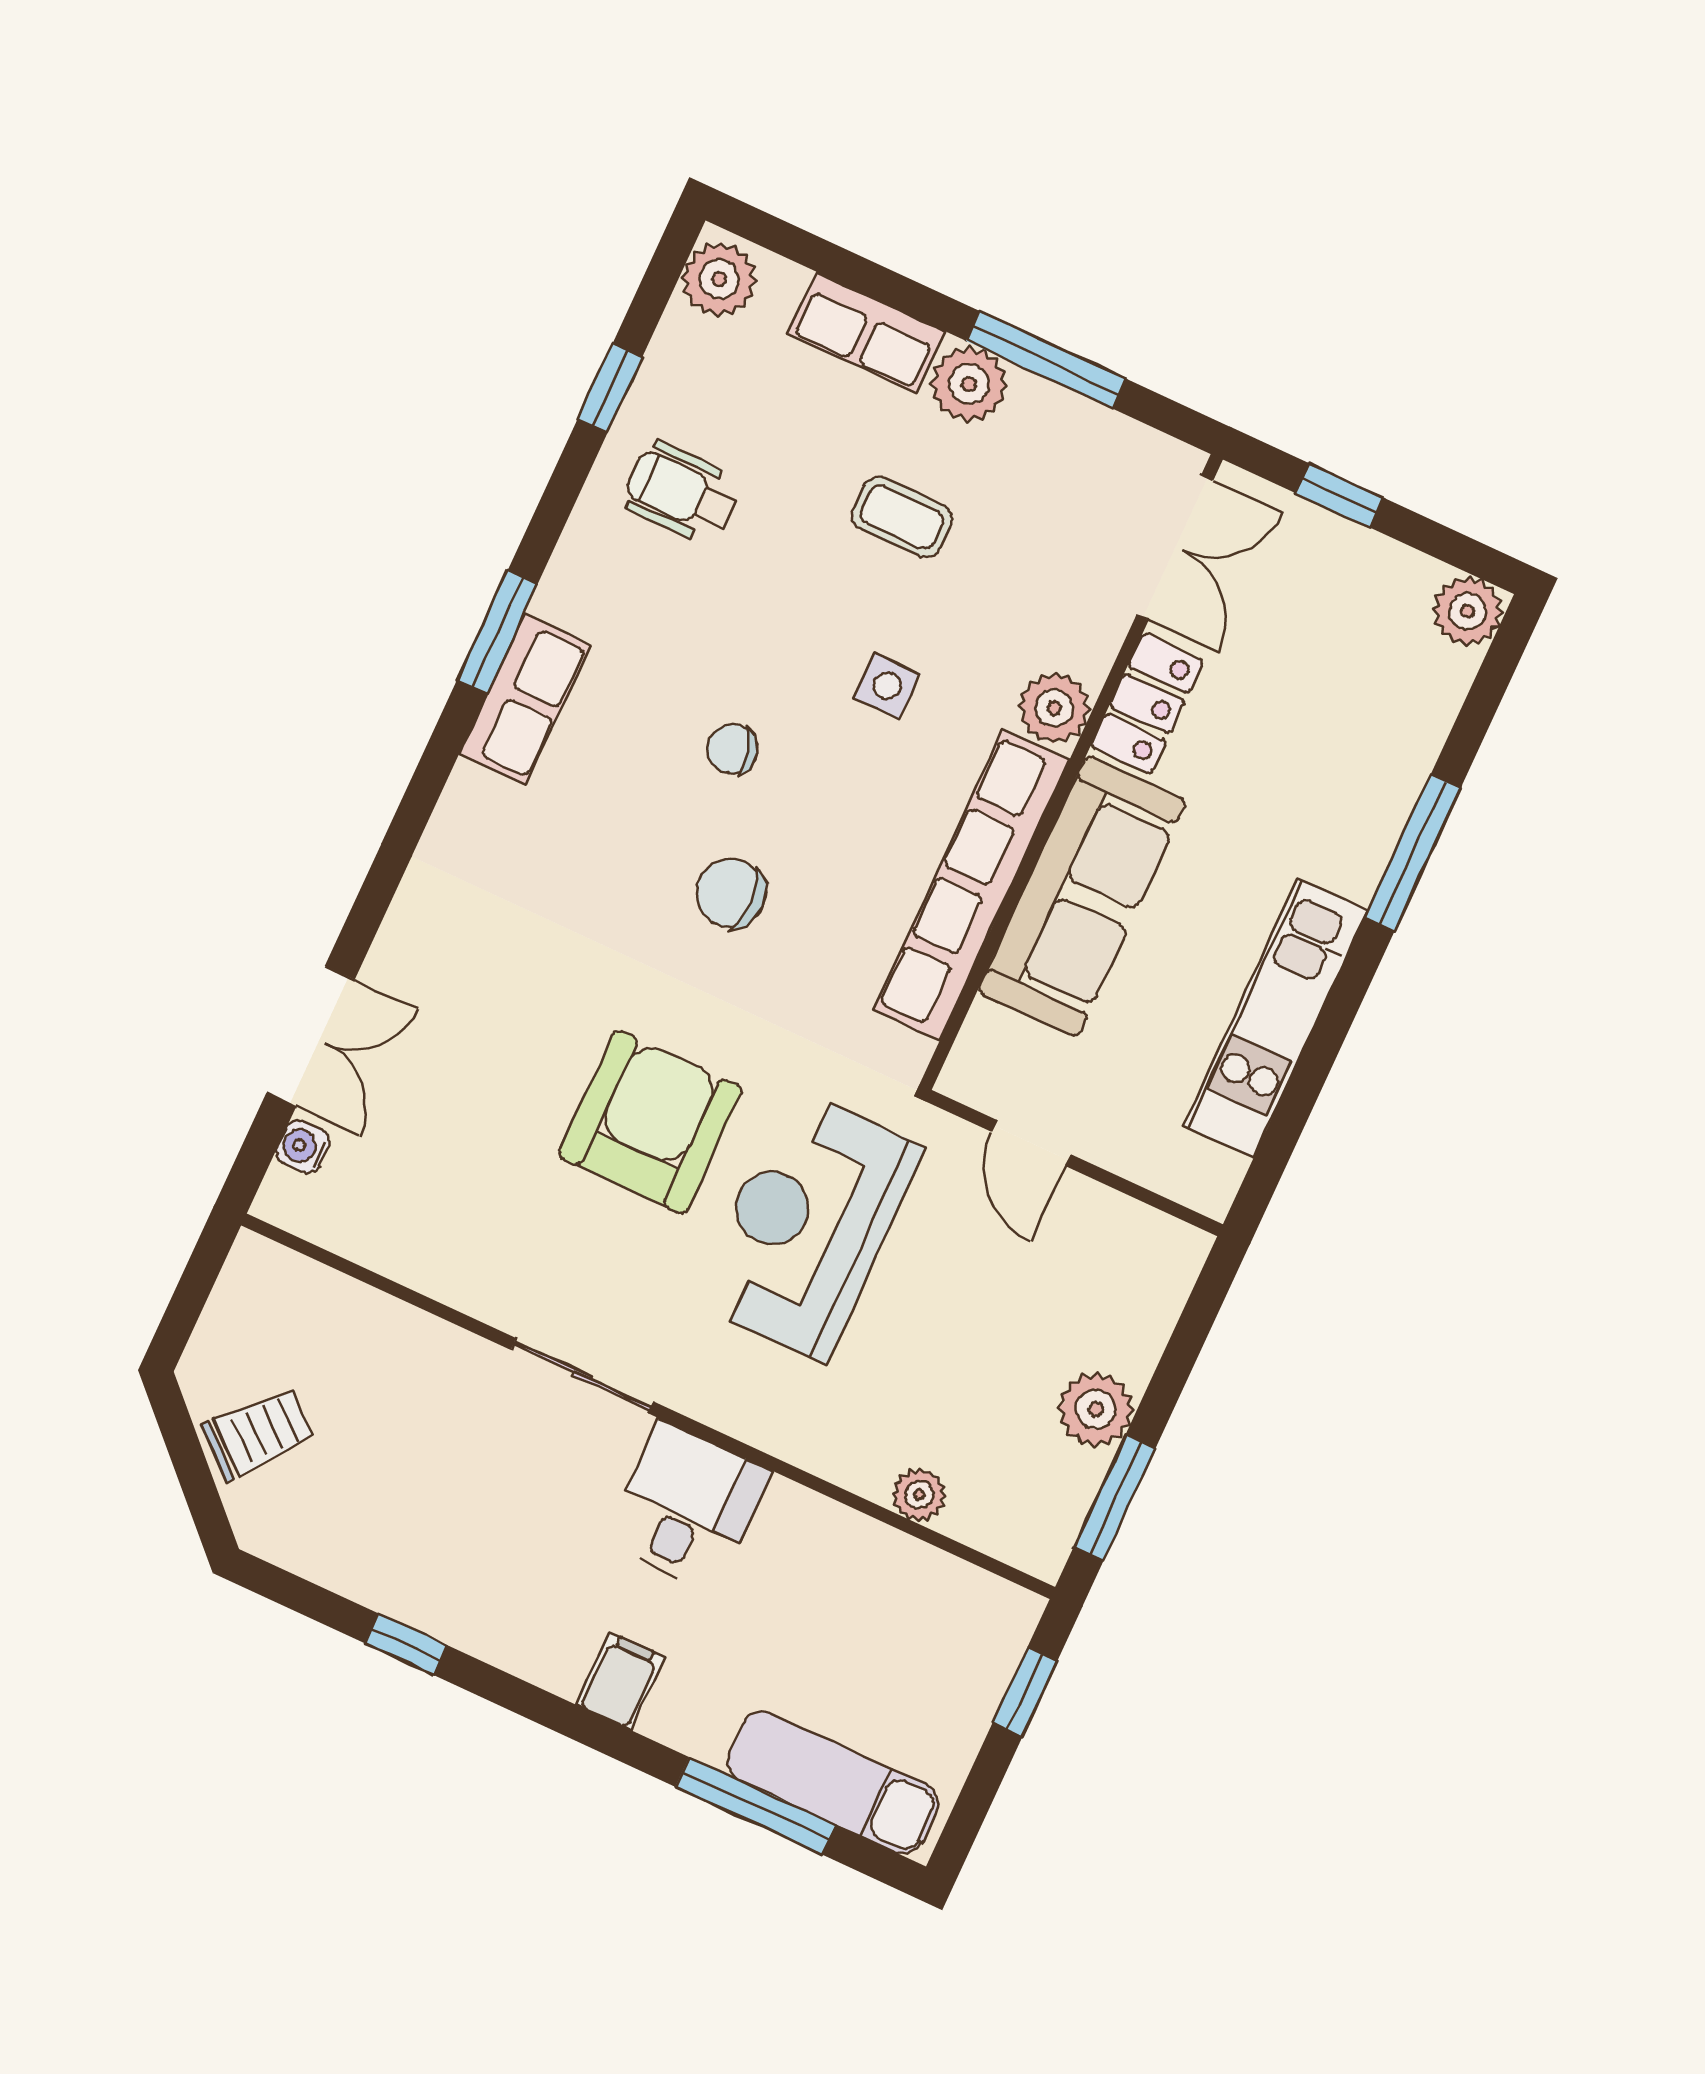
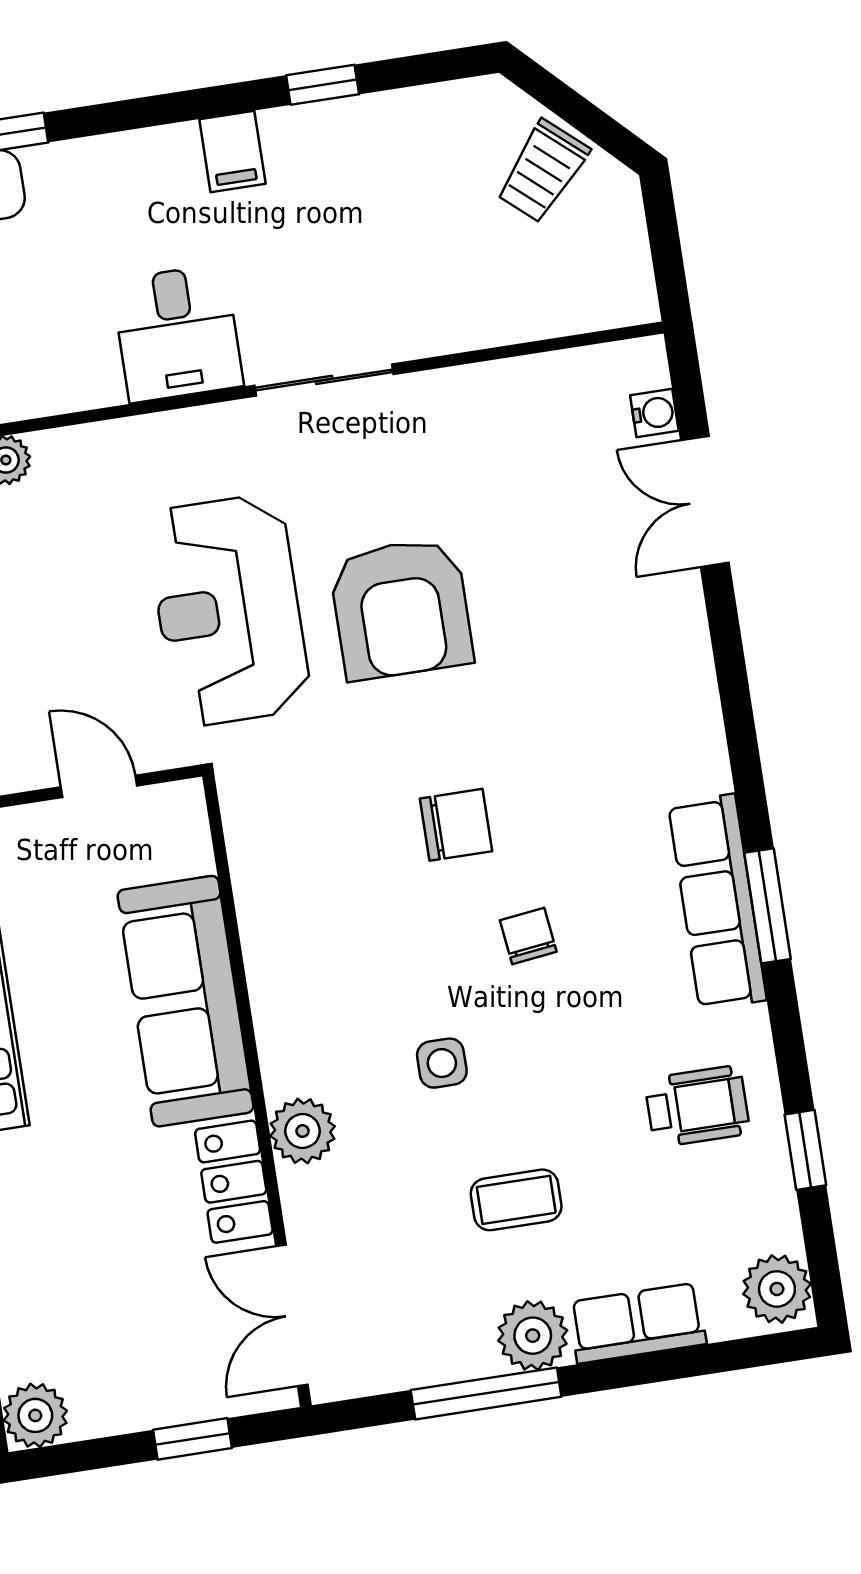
row of seats: (525, 699) -> (717, 902), width x1.48
chair: (732, 749) -> (528, 936), turned -80
row of seats: (971, 885) -> (276, 953), removed
reception desk: (808, 1224) -> (229, 610), turned 180
filing cabinet: (621, 1681) -> (232, 151), moved

